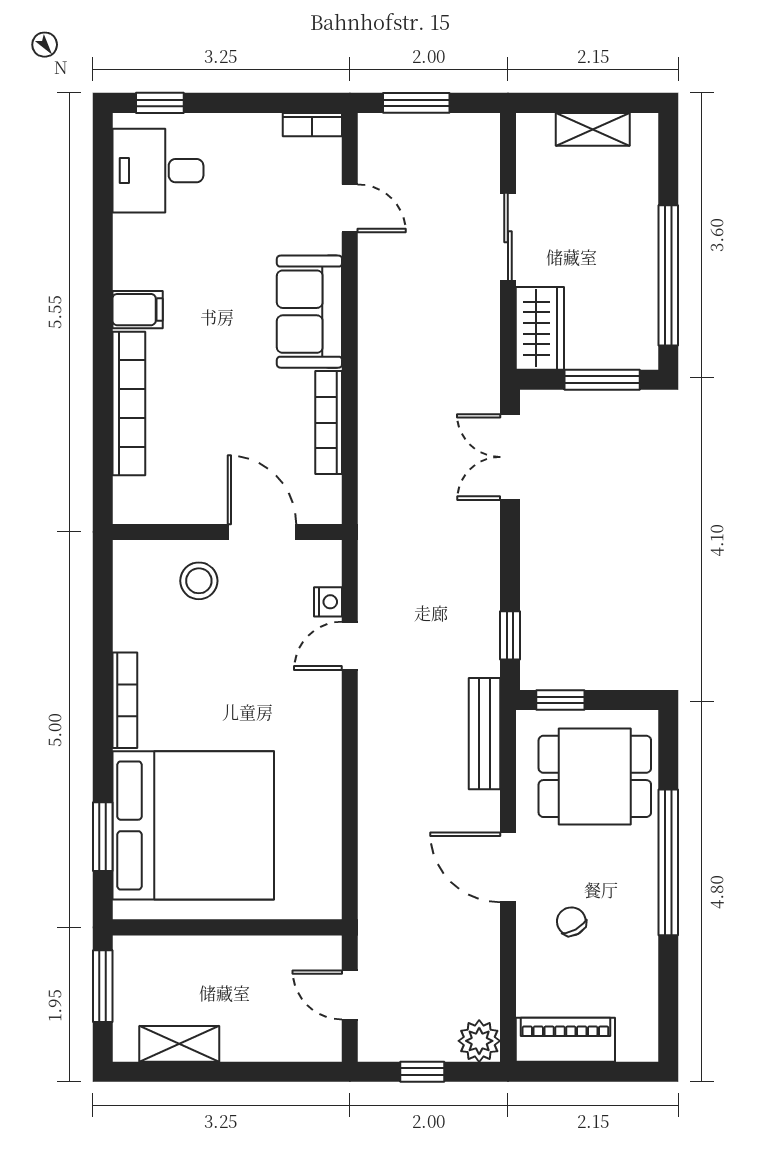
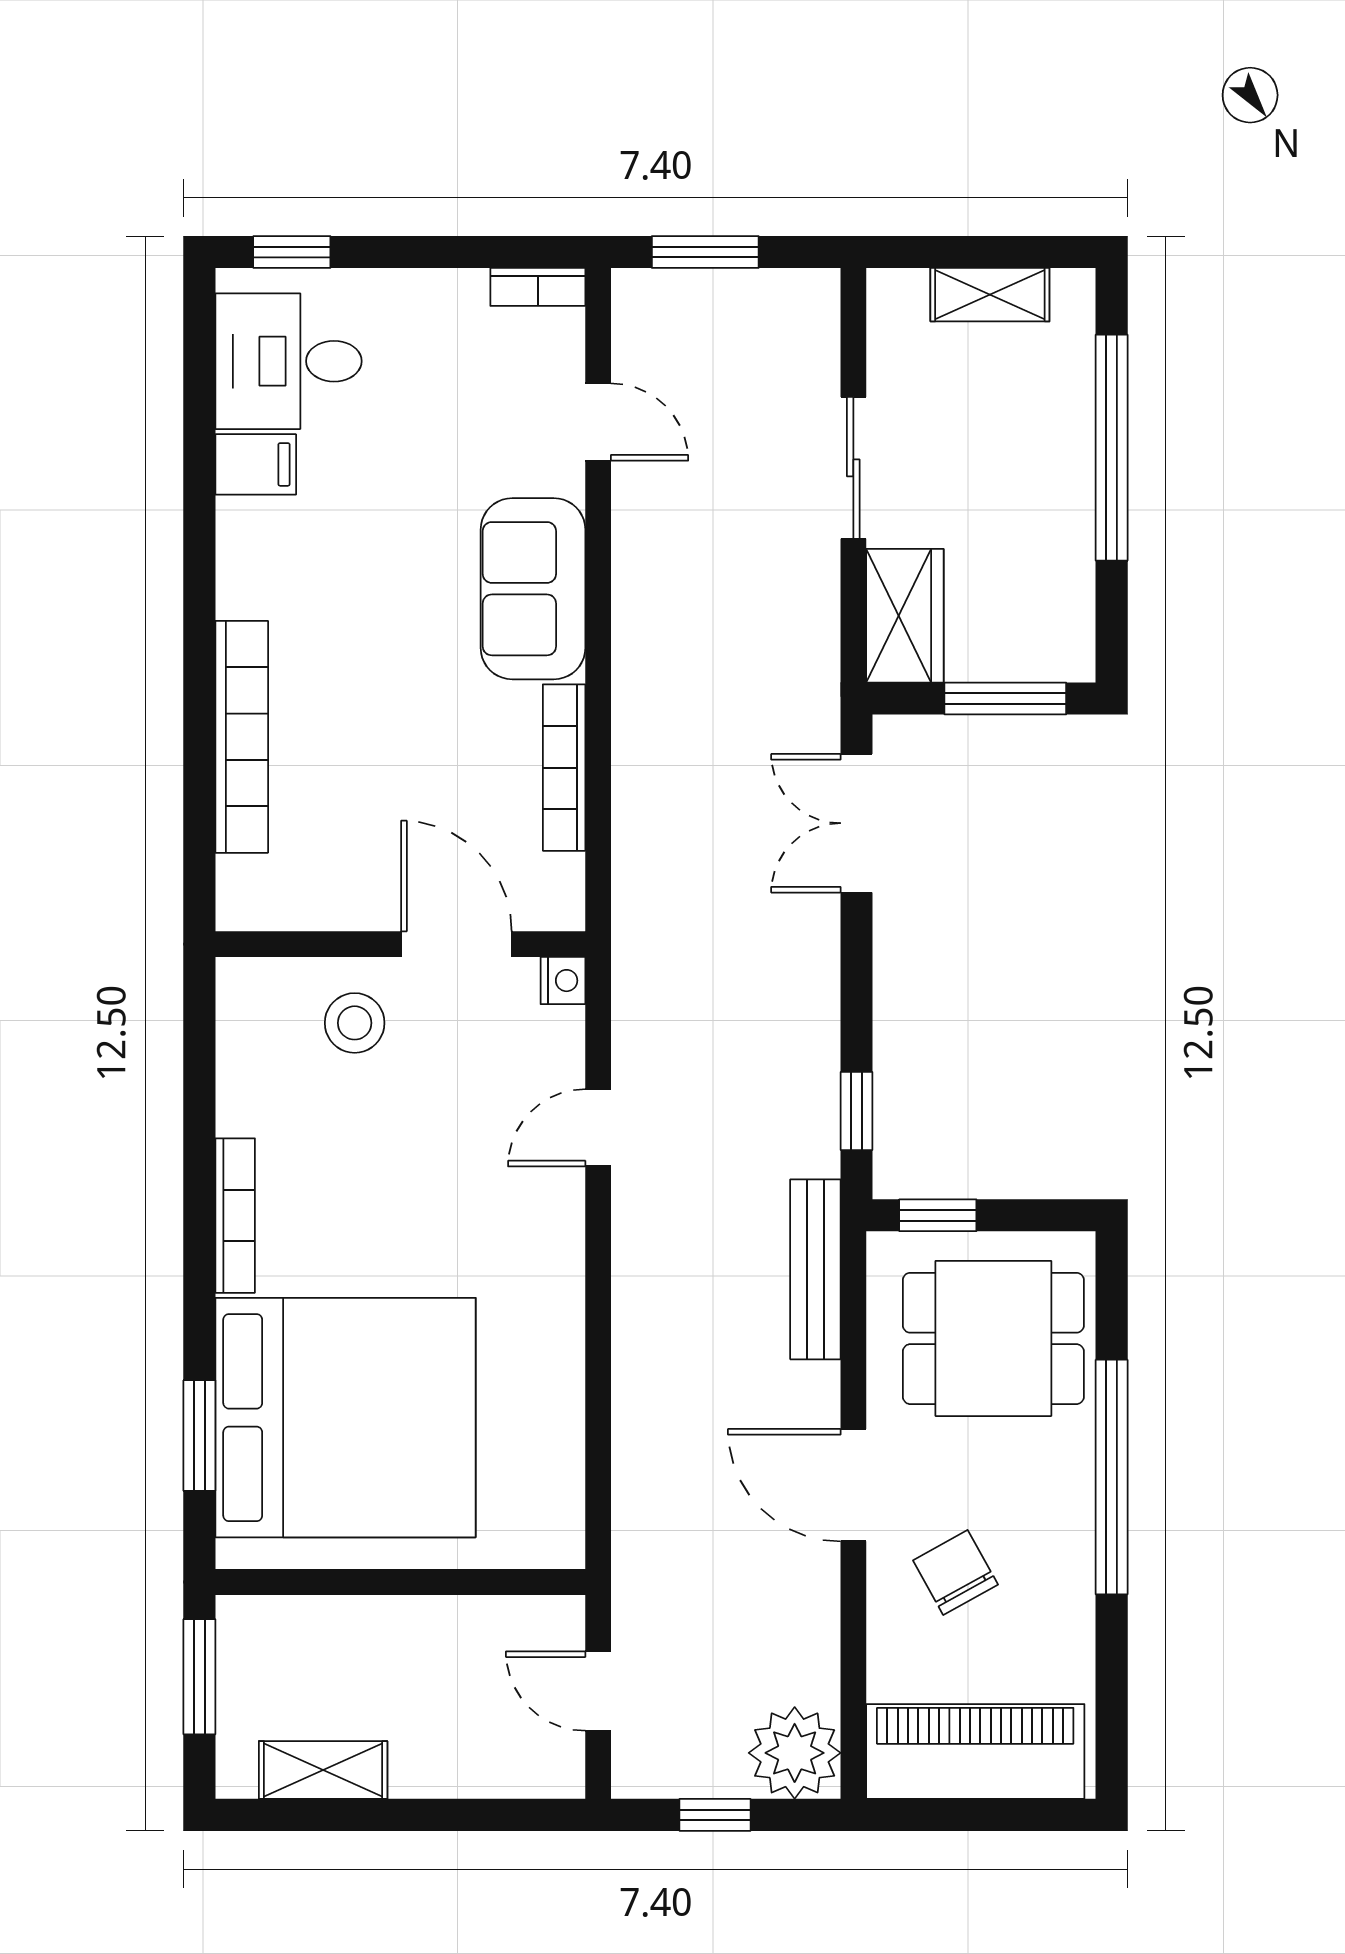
window: (668, 275) -> (1112, 448), moved
filing cabinet: (138, 310) -> (256, 464), moved
nightstand: (328, 602) -> (563, 981), moved
chair: (571, 922) -> (955, 1572), width x1.37, depth x1.37
piano: (565, 1040) -> (975, 1751), width x1.37, depth x1.33
plant: (479, 1041) -> (795, 1753), width x1.36, depth x1.36

